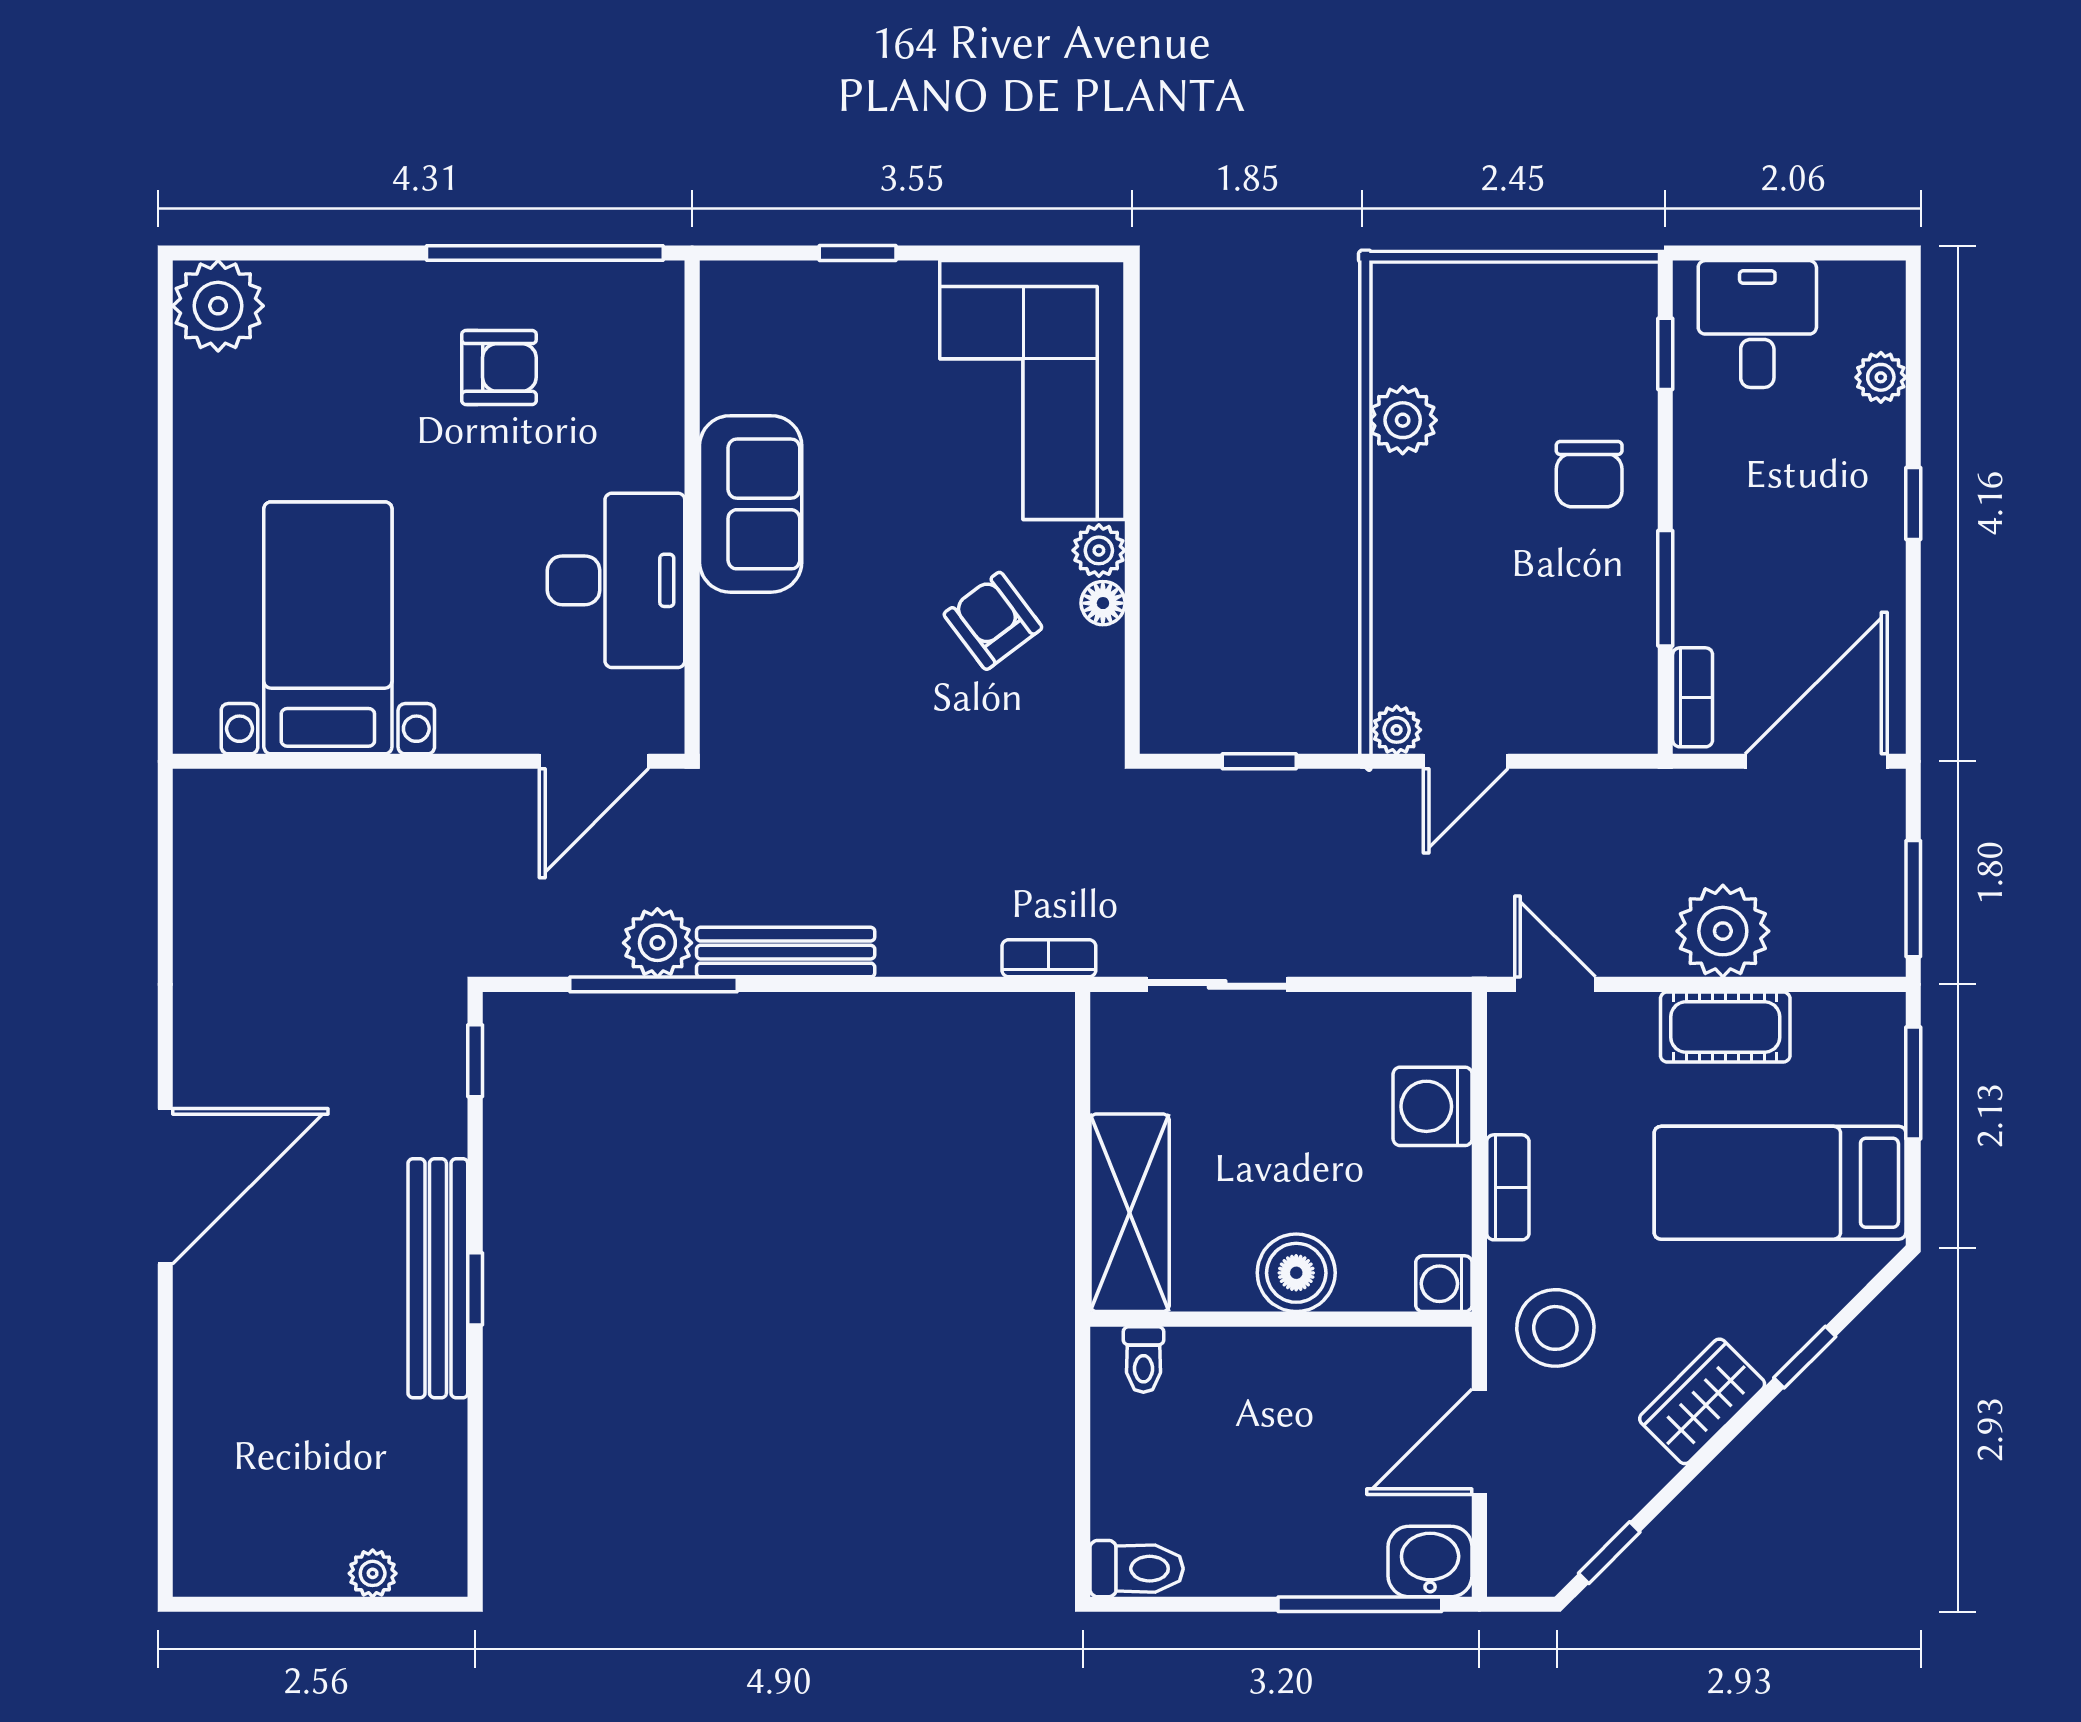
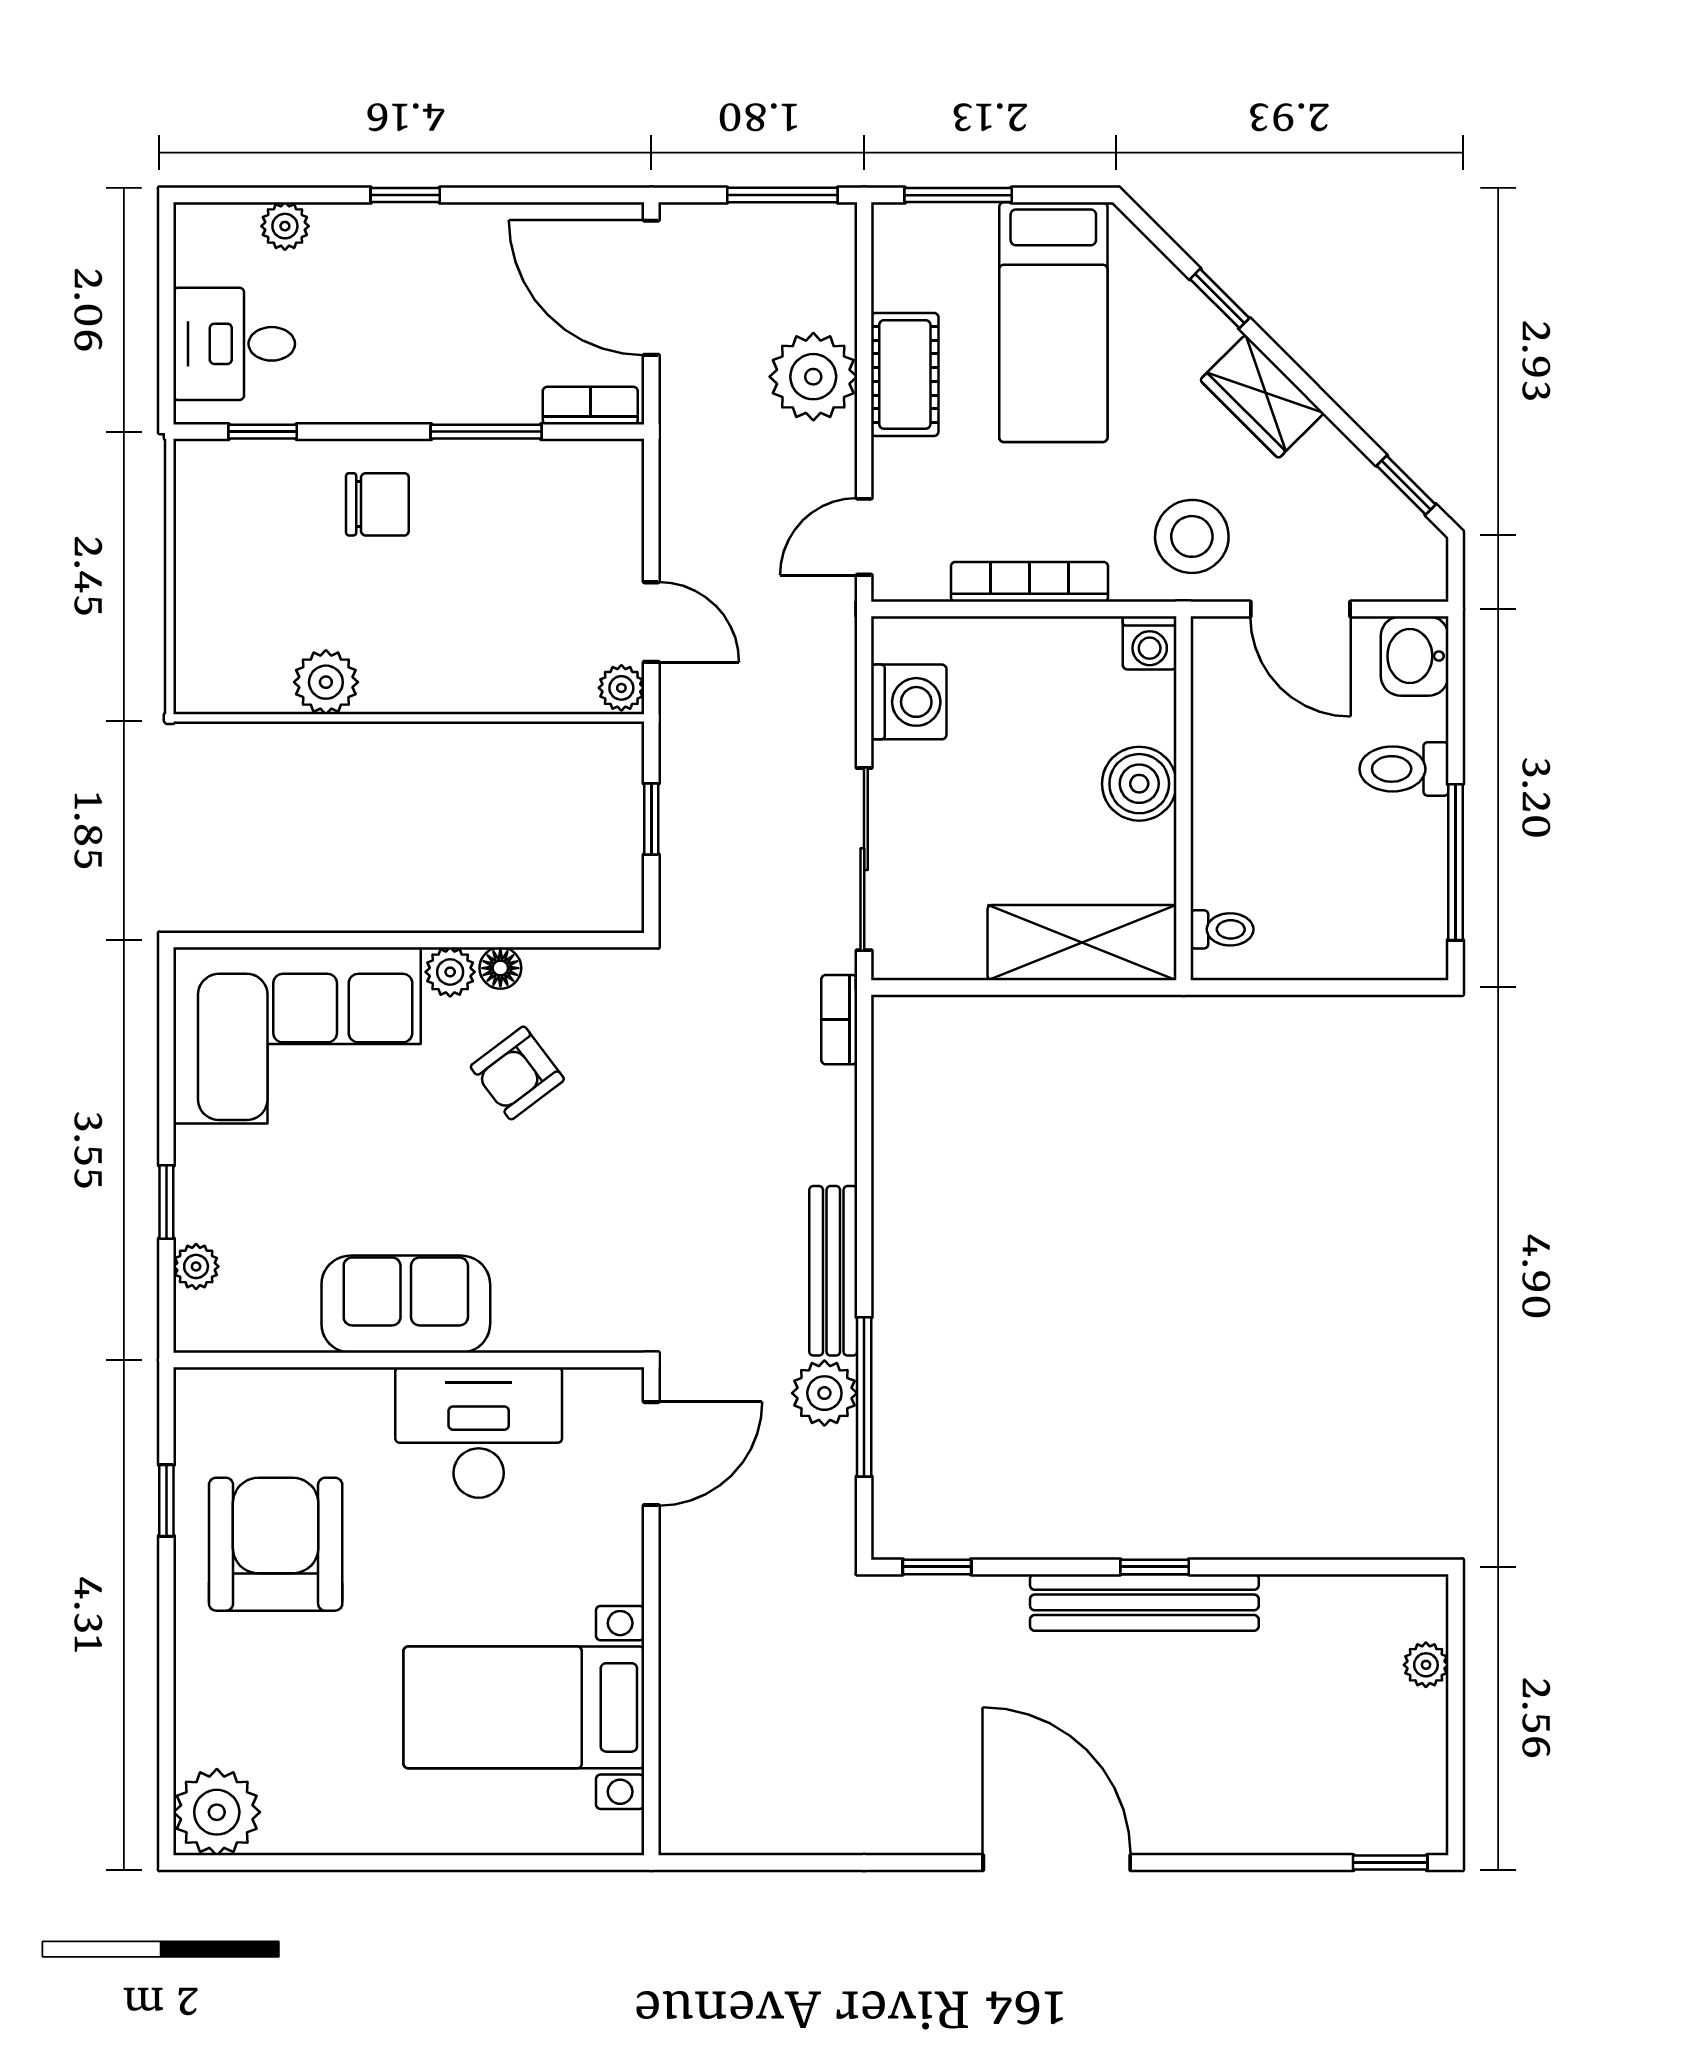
window: (545, 253) -> (166, 1500), width x0.32
plant: (790, 284) -> (196, 1266), added
armchair: (499, 367) -> (276, 1544), width x1.88, depth x1.88
door: (594, 761) -> (651, 1454), hinge flipped
sliding door: (1217, 984) -> (864, 859), width x1.37
washing machine: (1433, 1106) -> (909, 702), moved, turned -90
bookcase: (1508, 1187) -> (1029, 582), width x1.56
window: (165, 1536) -> (1390, 1863), added
toilet: (1137, 1569) -> (1404, 769), moved, turned -90
window: (1360, 1604) -> (1455, 862), moved

